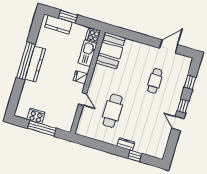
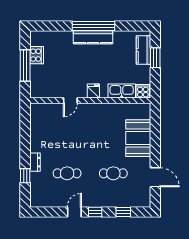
booth: (111, 50) -> (138, 138), moved, turned 90
cafe table: (113, 111) -> (67, 173), moved, width x0.73, depth x0.74

